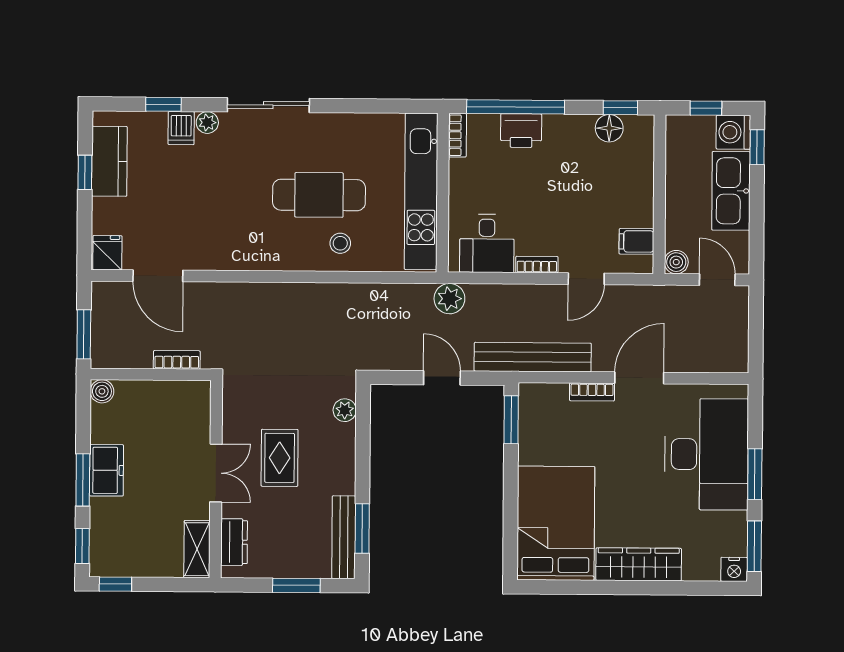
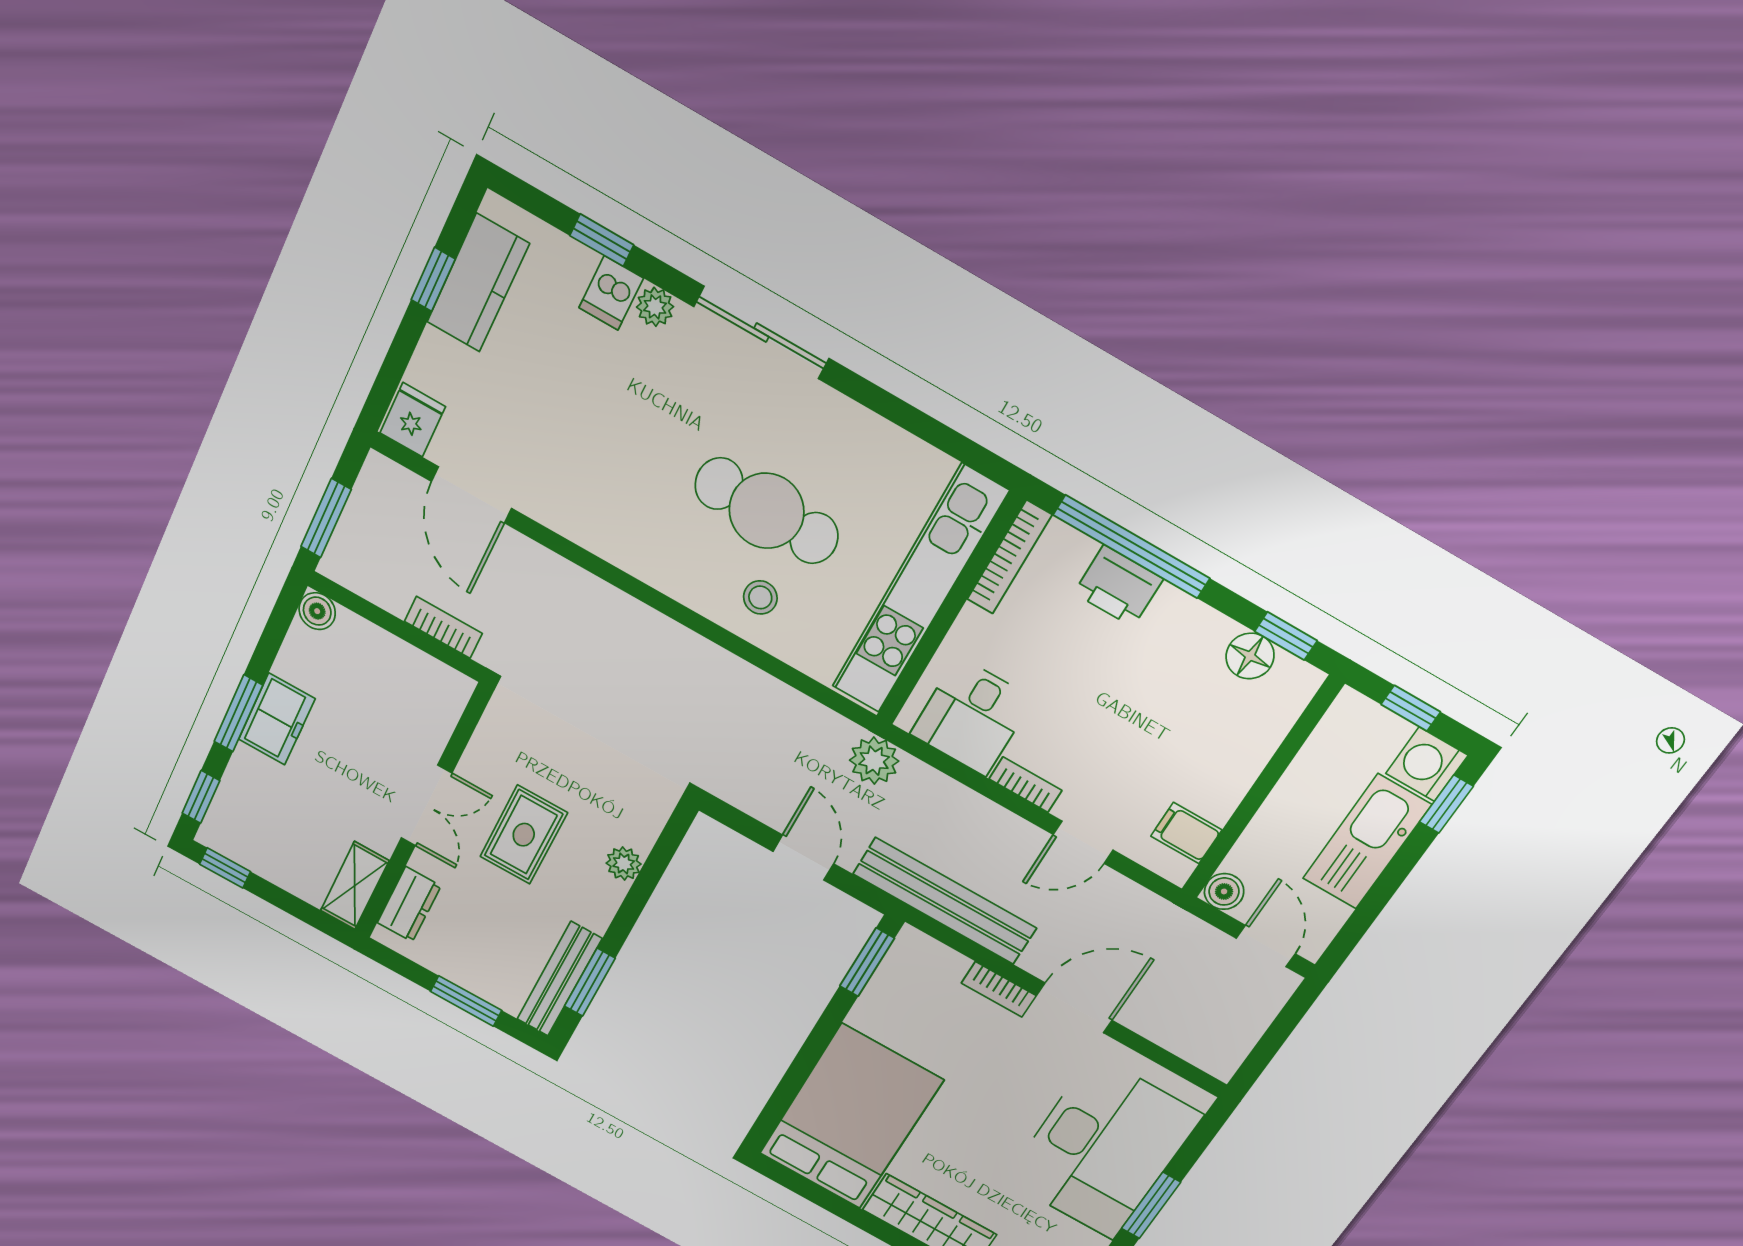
bookcase: (457, 135) -> (1009, 557), width x1.56
plant: (345, 410) -> (624, 864), moved

